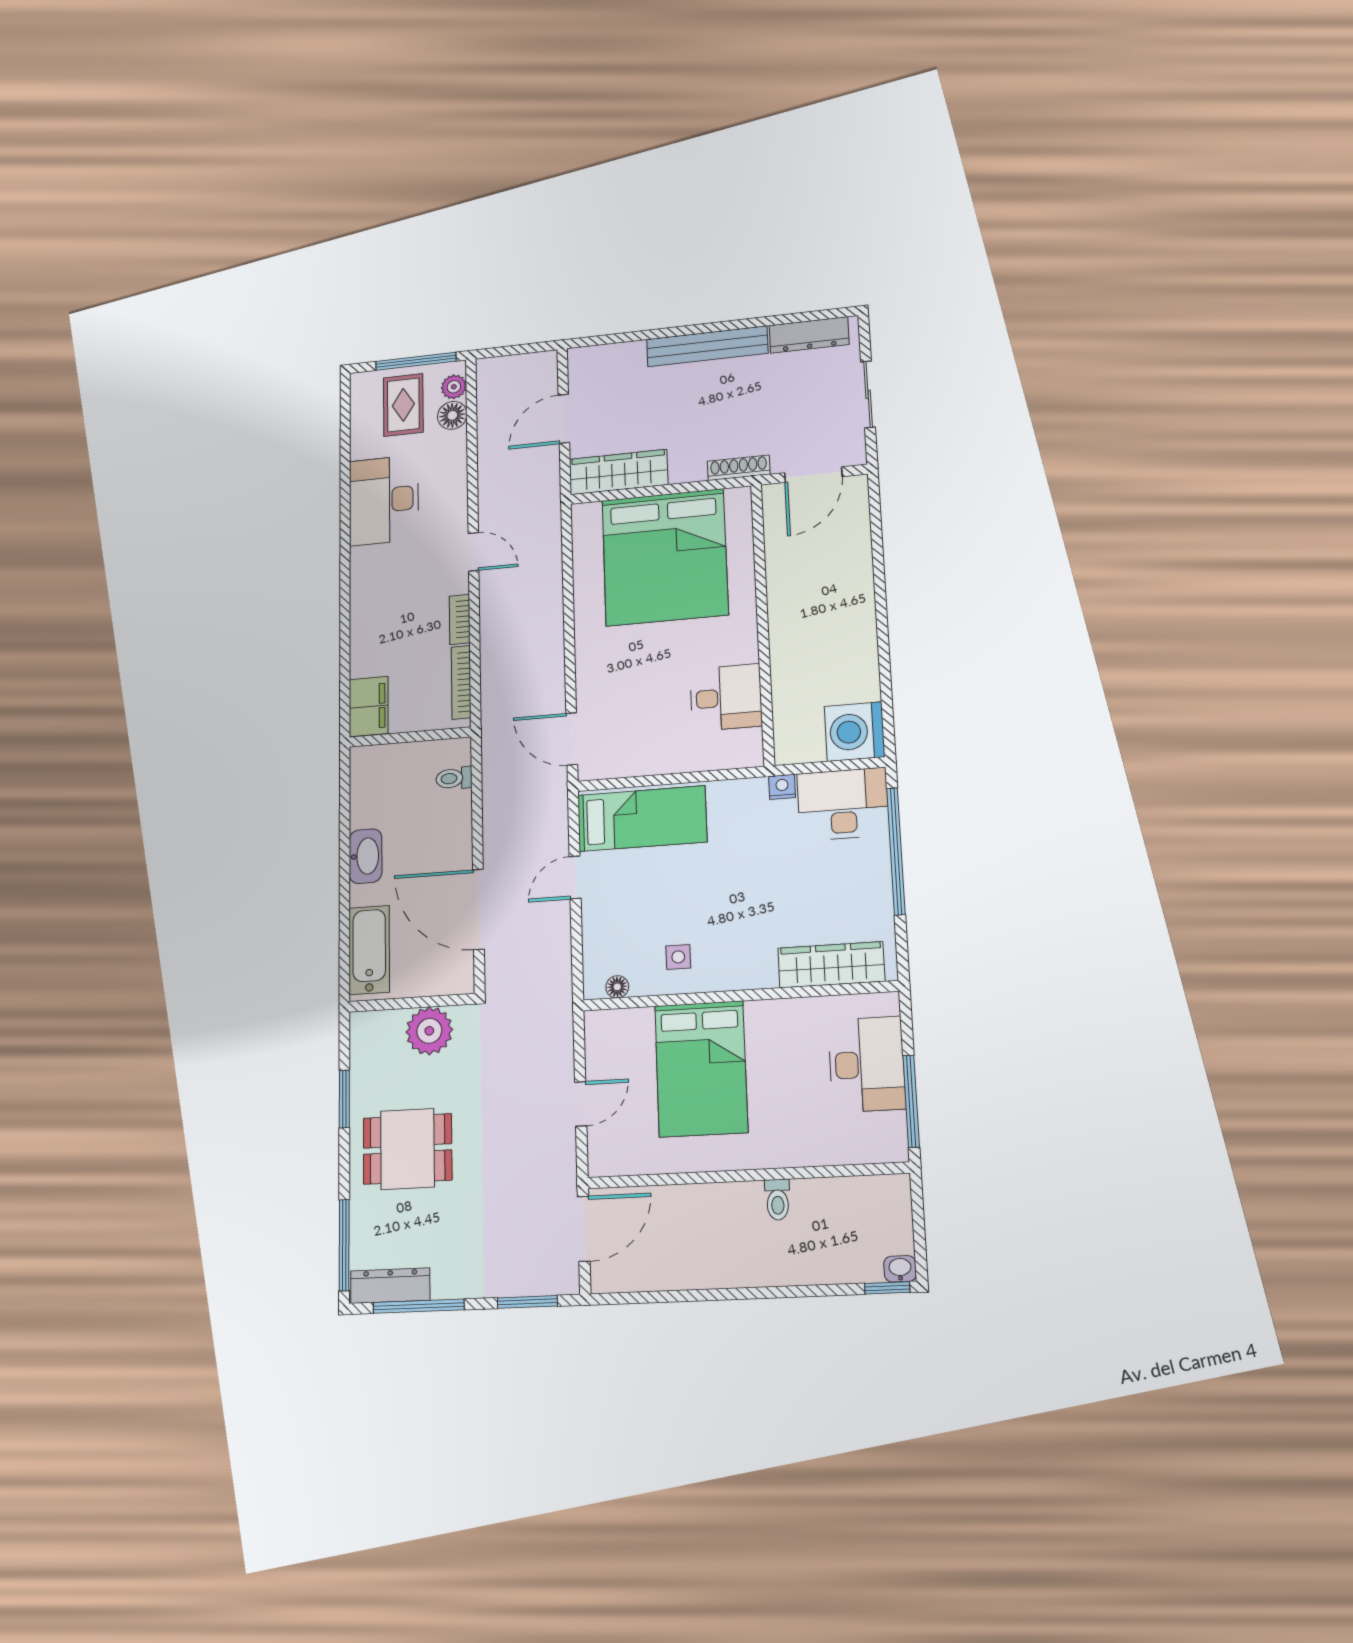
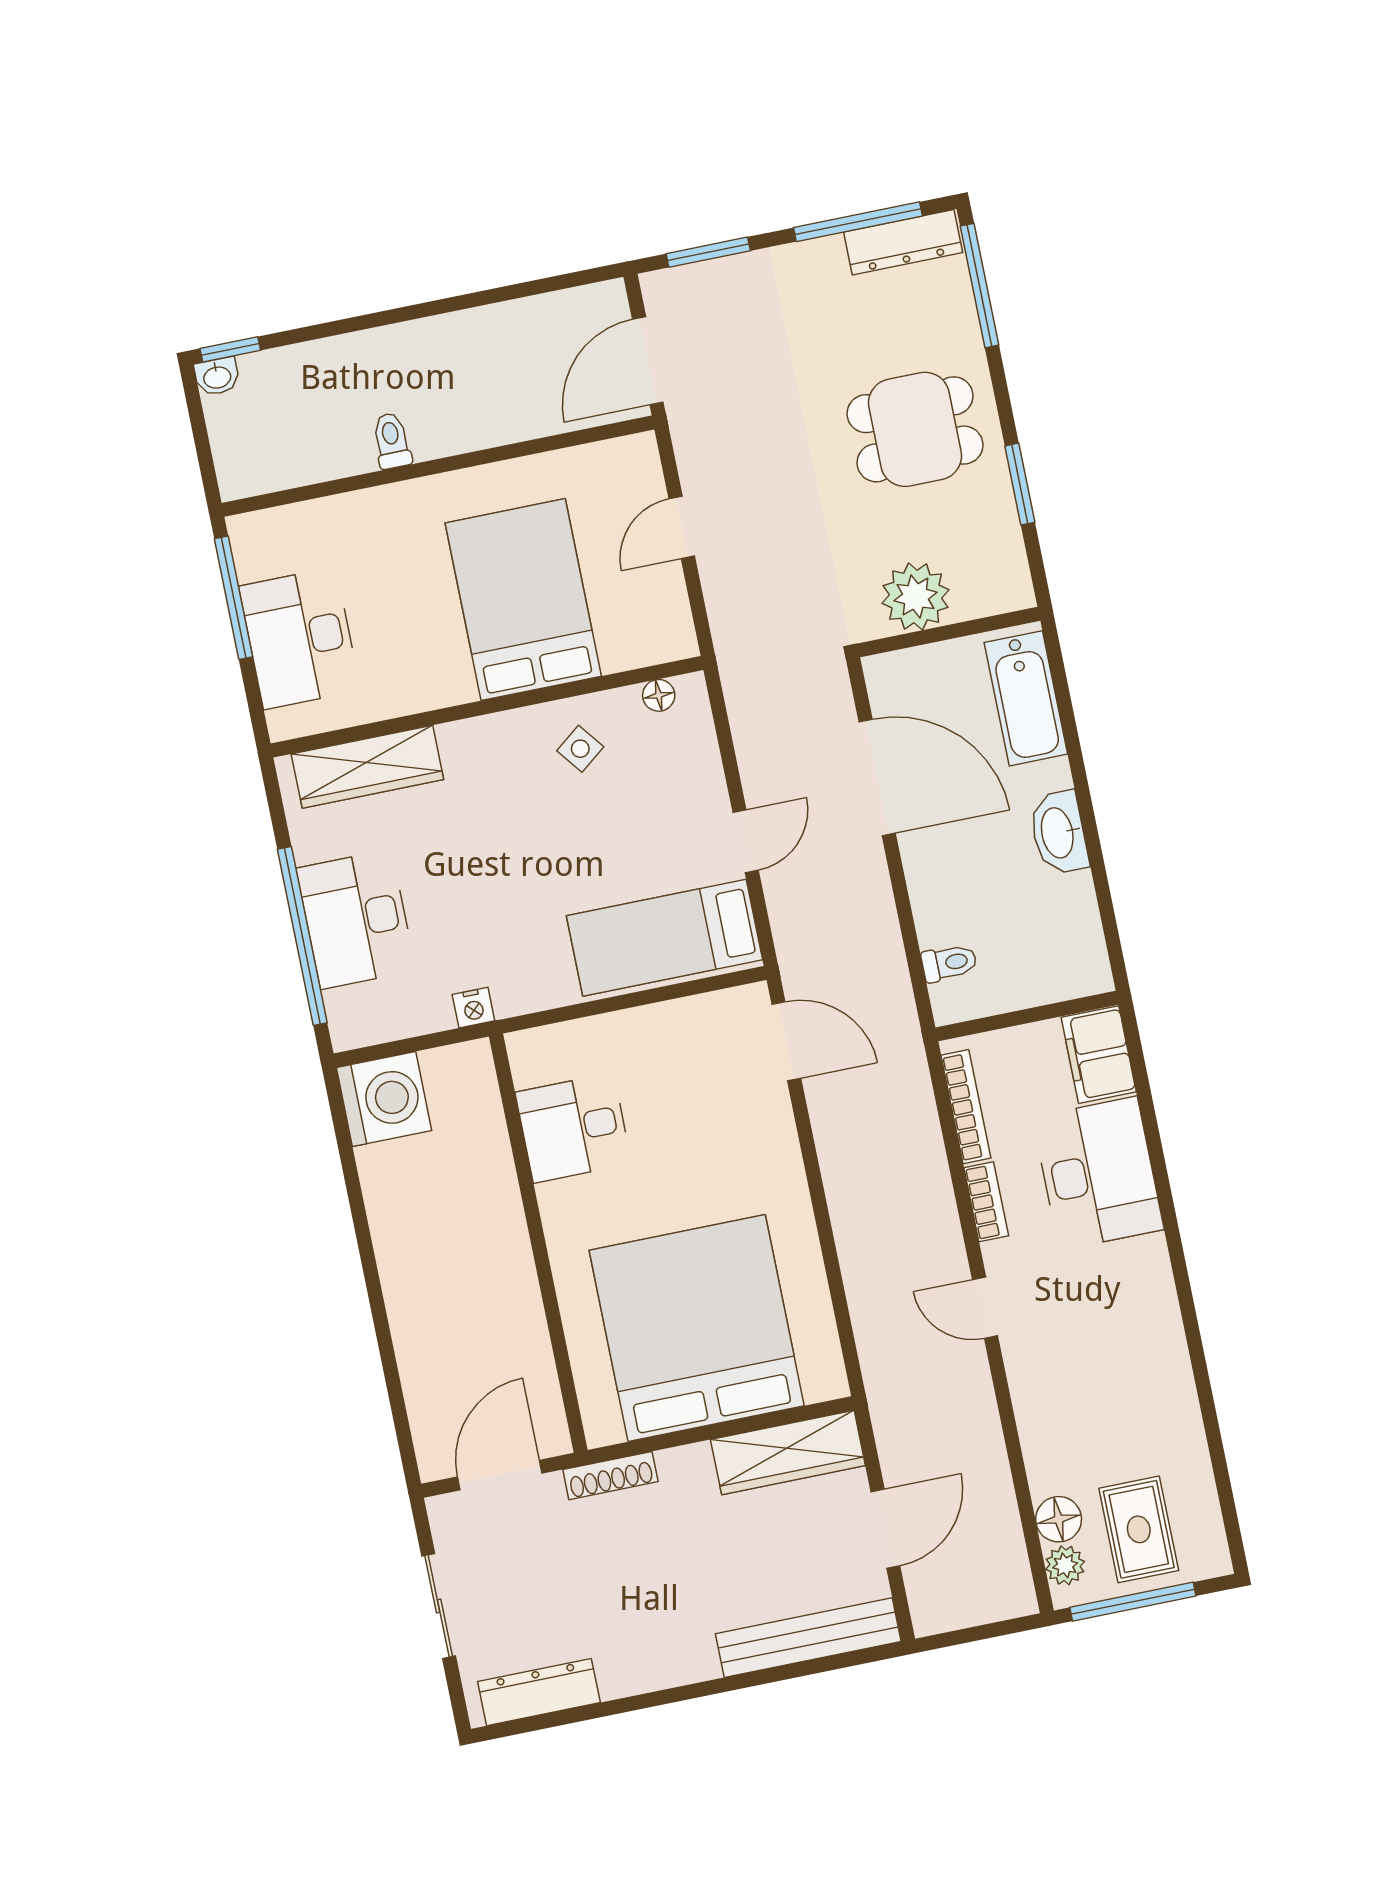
bench: (707, 346) -> (808, 1638), moved
desk: (384, 500) -> (1098, 1173), moved
desk: (843, 804) -> (356, 919), moved, turned 90
side table: (678, 957) -> (580, 749), turned -38

